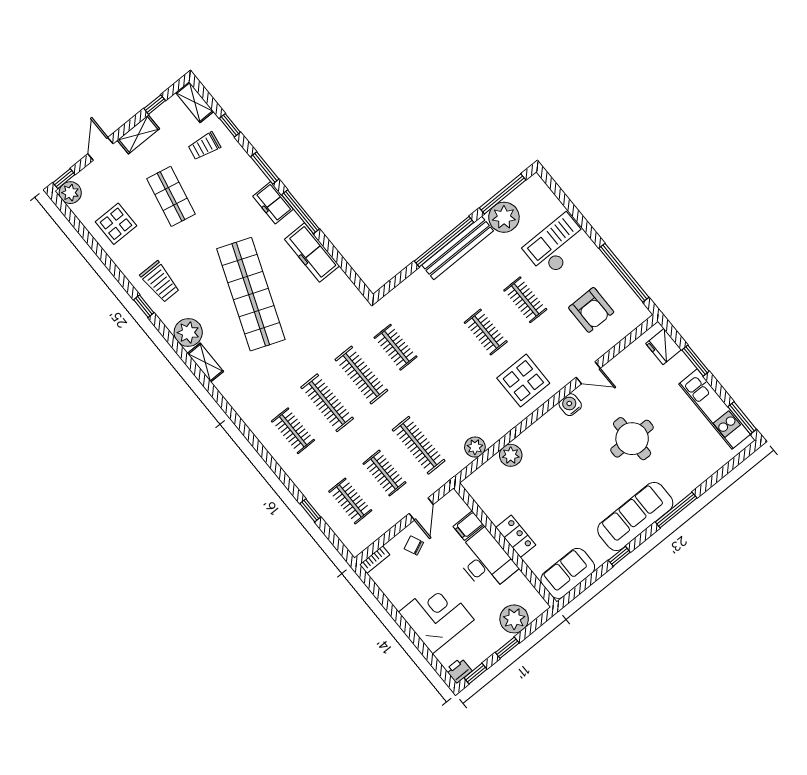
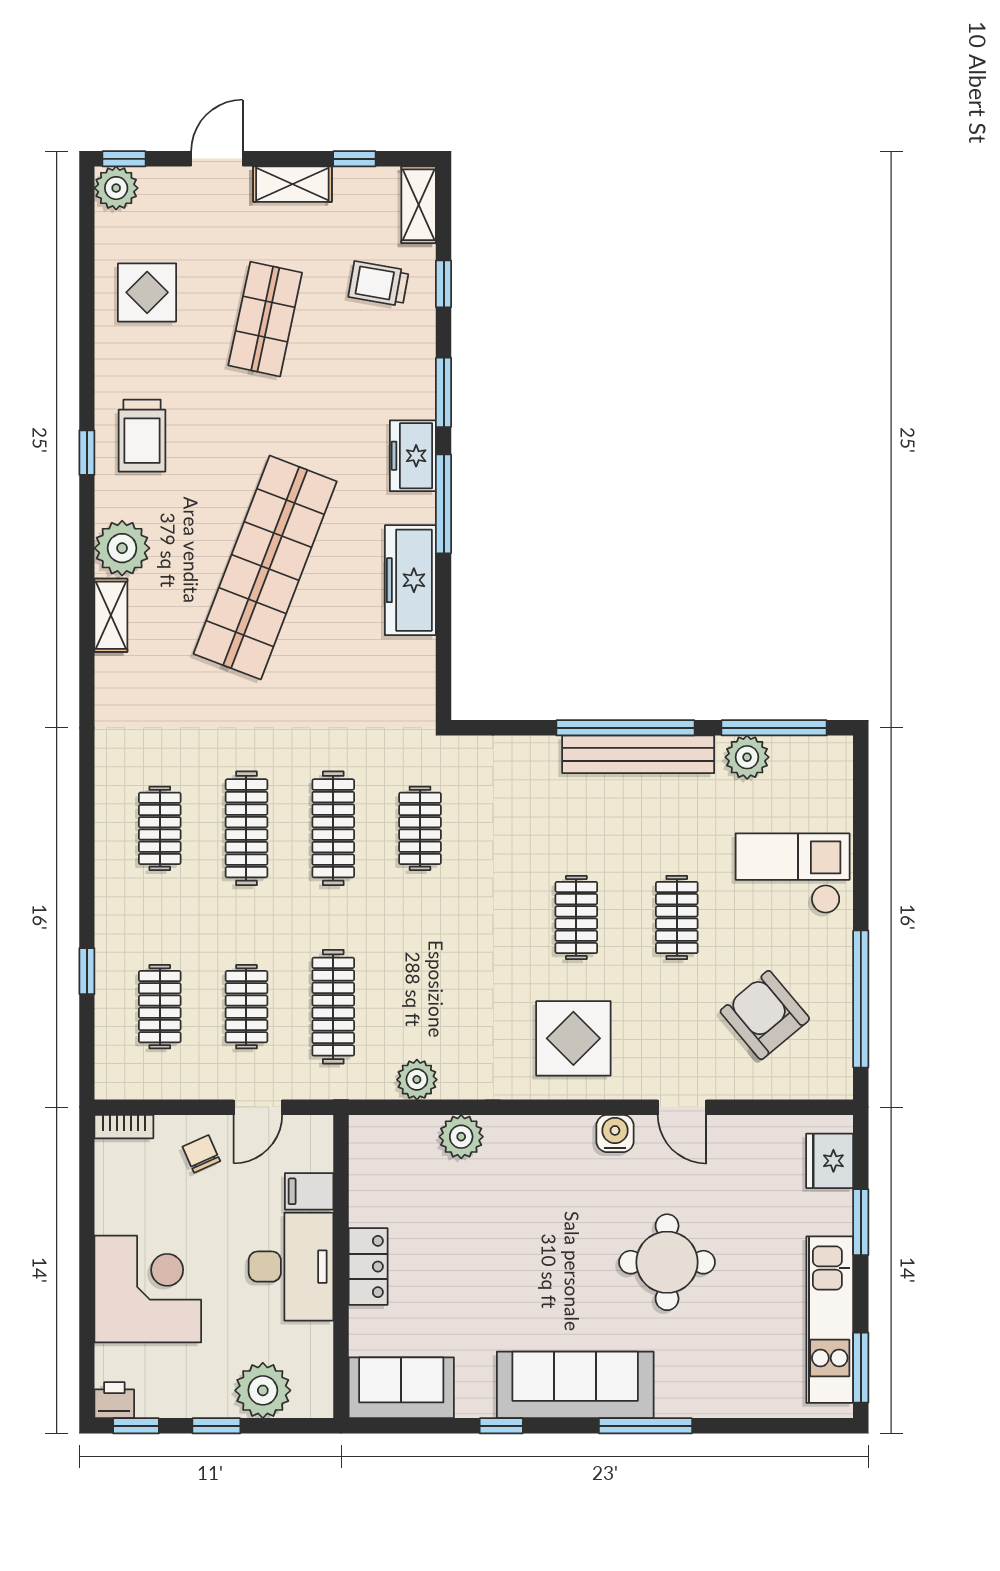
plant: (504, 217) -> (747, 757), width x0.73, depth x0.73
armchair: (591, 310) -> (765, 1015), turned 140

